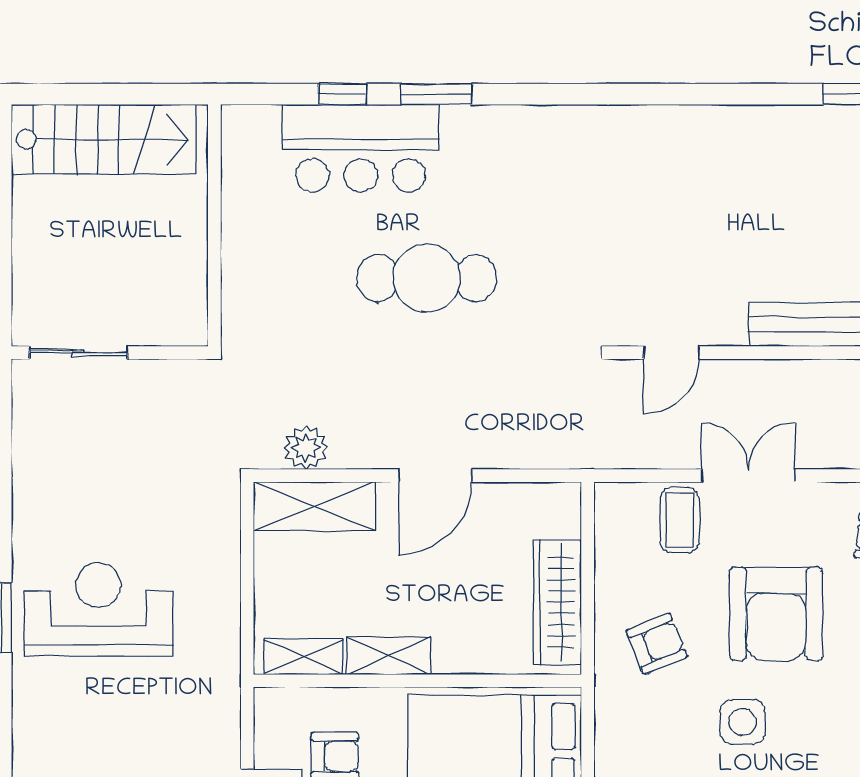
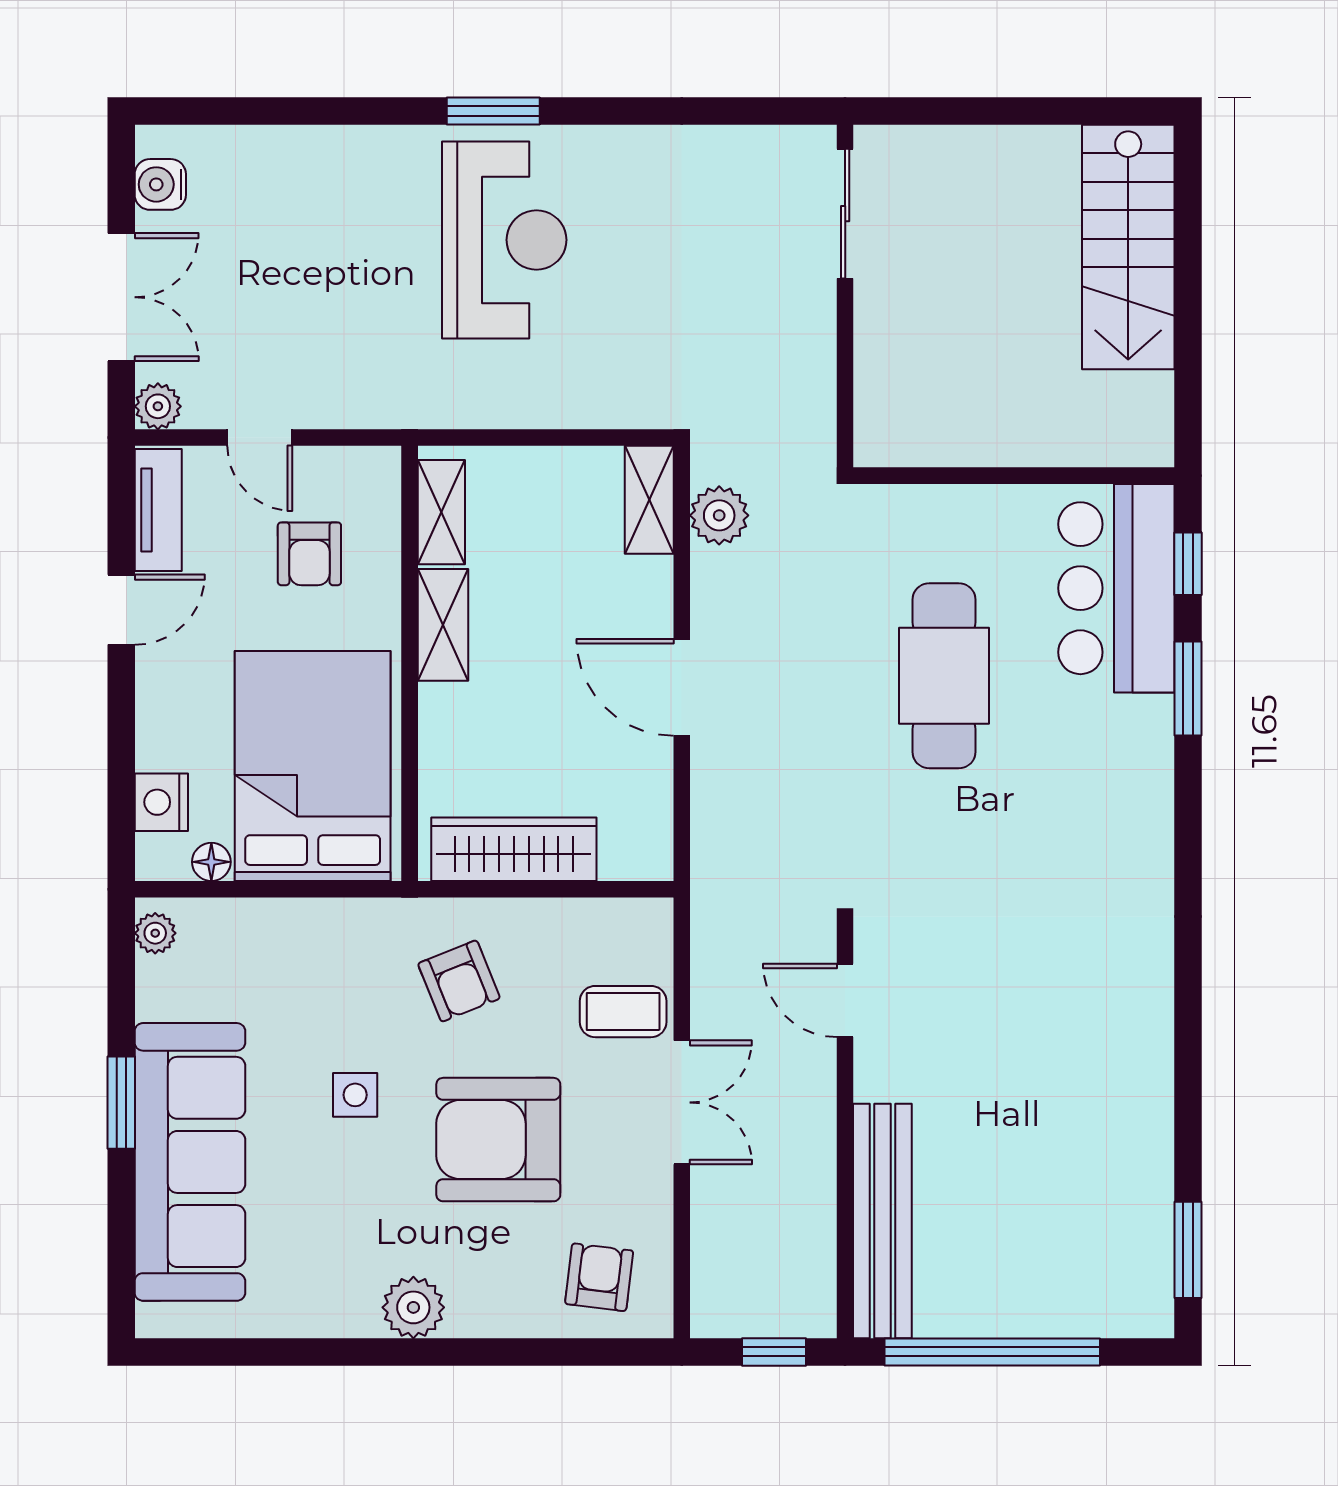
wall: (214, 225) -> (1014, 476), moved
shelving: (314, 506) -> (649, 500), width x0.67, depth x0.75
side table: (743, 722) -> (355, 1095), width x0.73, depth x0.73

